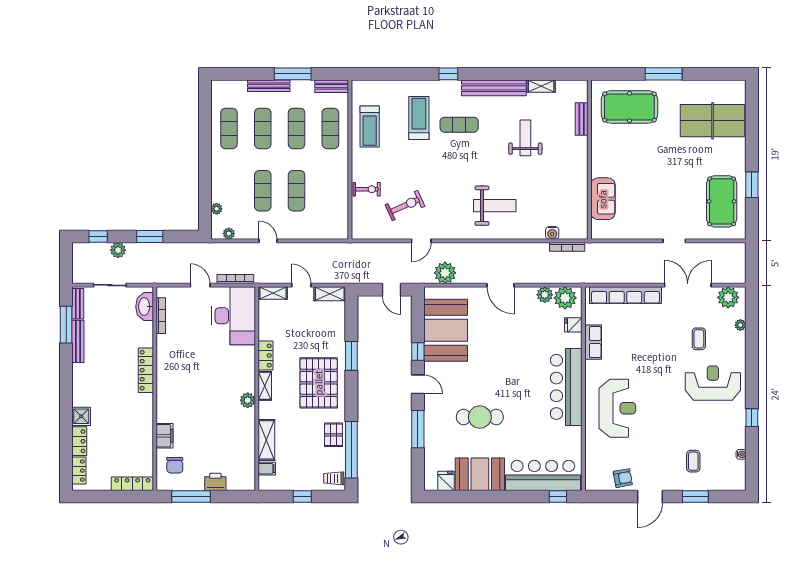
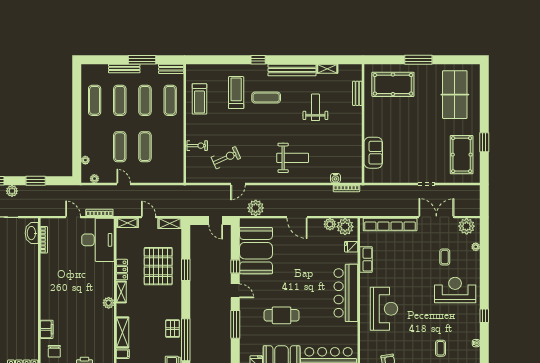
table tennis table: (712, 121) -> (455, 95), turned 90
locker: (146, 370) -> (33, 280), removed
pallet: (319, 383) -> (158, 266), moved

